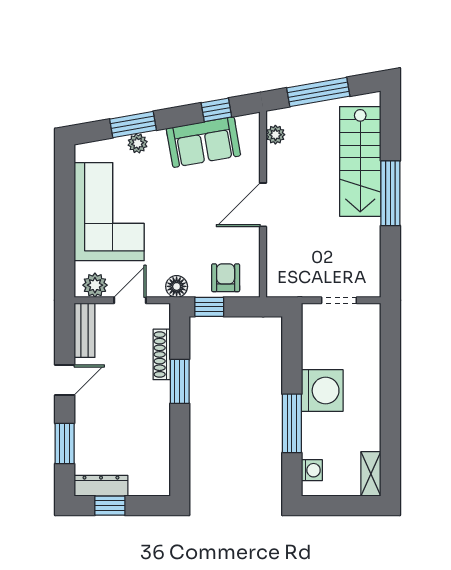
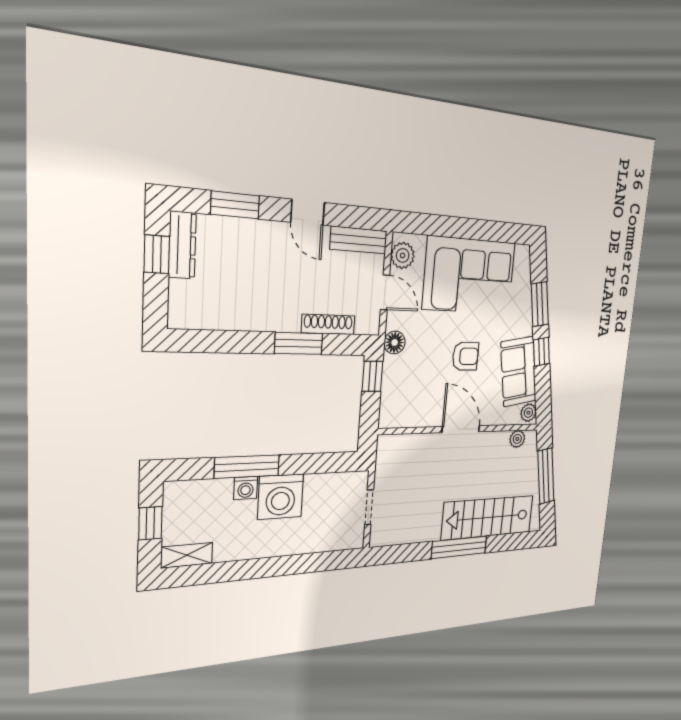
window: (216, 110) -> (542, 352), moved
plant: (138, 143) -> (528, 413), moved
armchair: (226, 278) -> (465, 356), moved
washing machine: (312, 470) -> (246, 488), moved
window: (339, 506) -> (150, 523), added

